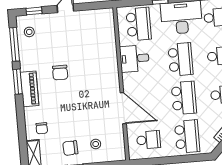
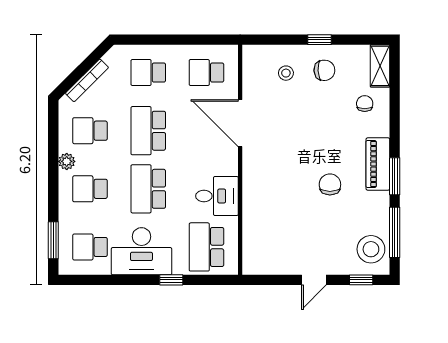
stool: (29, 32) -> (371, 249), width x1.89, depth x1.89
school desk: (187, 136) -> (148, 73), width x0.54

